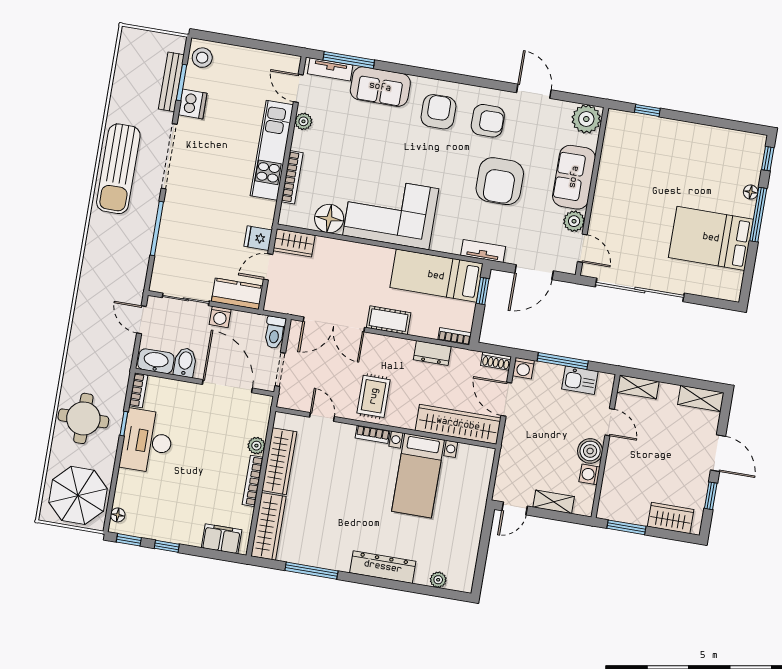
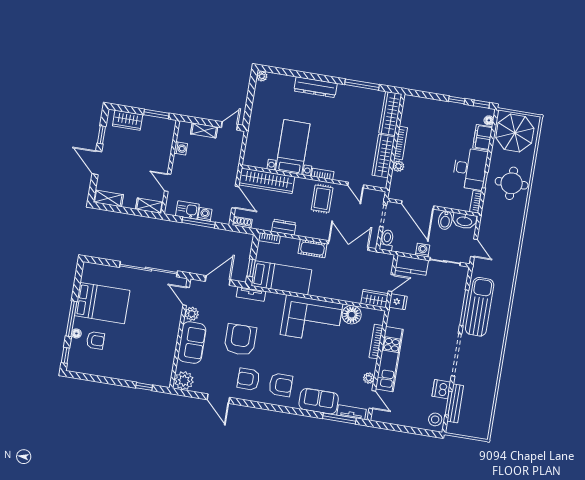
armchair: (438, 112) -> (281, 385), turned -90
sun lounger: (118, 169) -> (480, 307), moved
armchair: (722, 181) -> (95, 340), added
washing machine: (523, 368) -> (205, 214), moved
boiler: (590, 451) -> (180, 164), removed
filing cabinet: (222, 539) -> (483, 137), moved, turned 90
plant: (438, 580) -> (262, 76), moved

